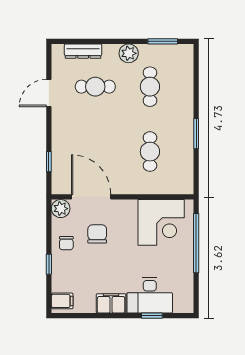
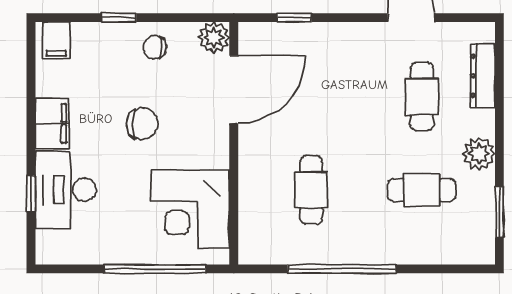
window: (196, 134) -> (342, 269), width x2.11
cafe table: (150, 152) -> (311, 190), turned 90
chair: (97, 234) -> (142, 124), moved

